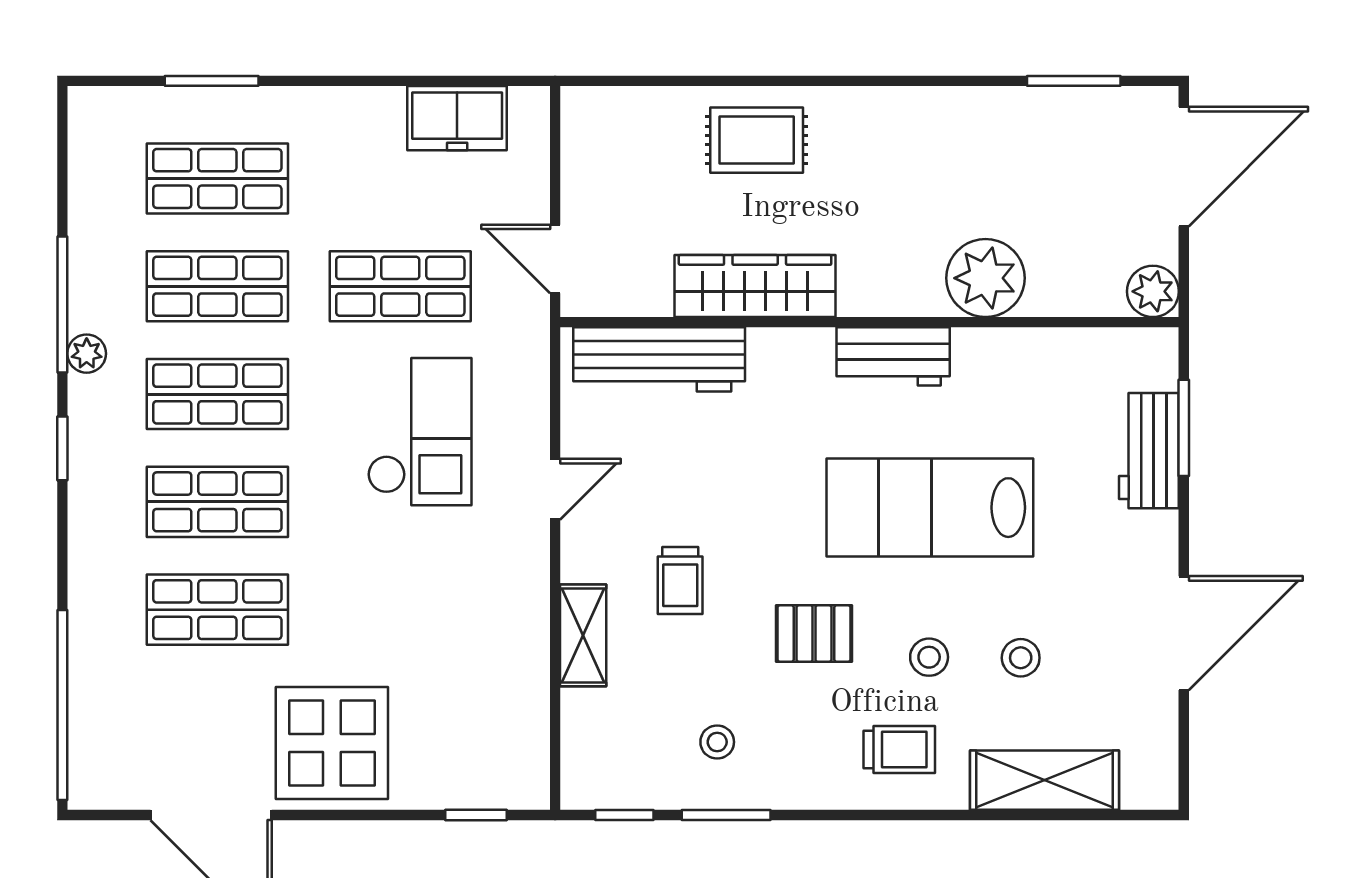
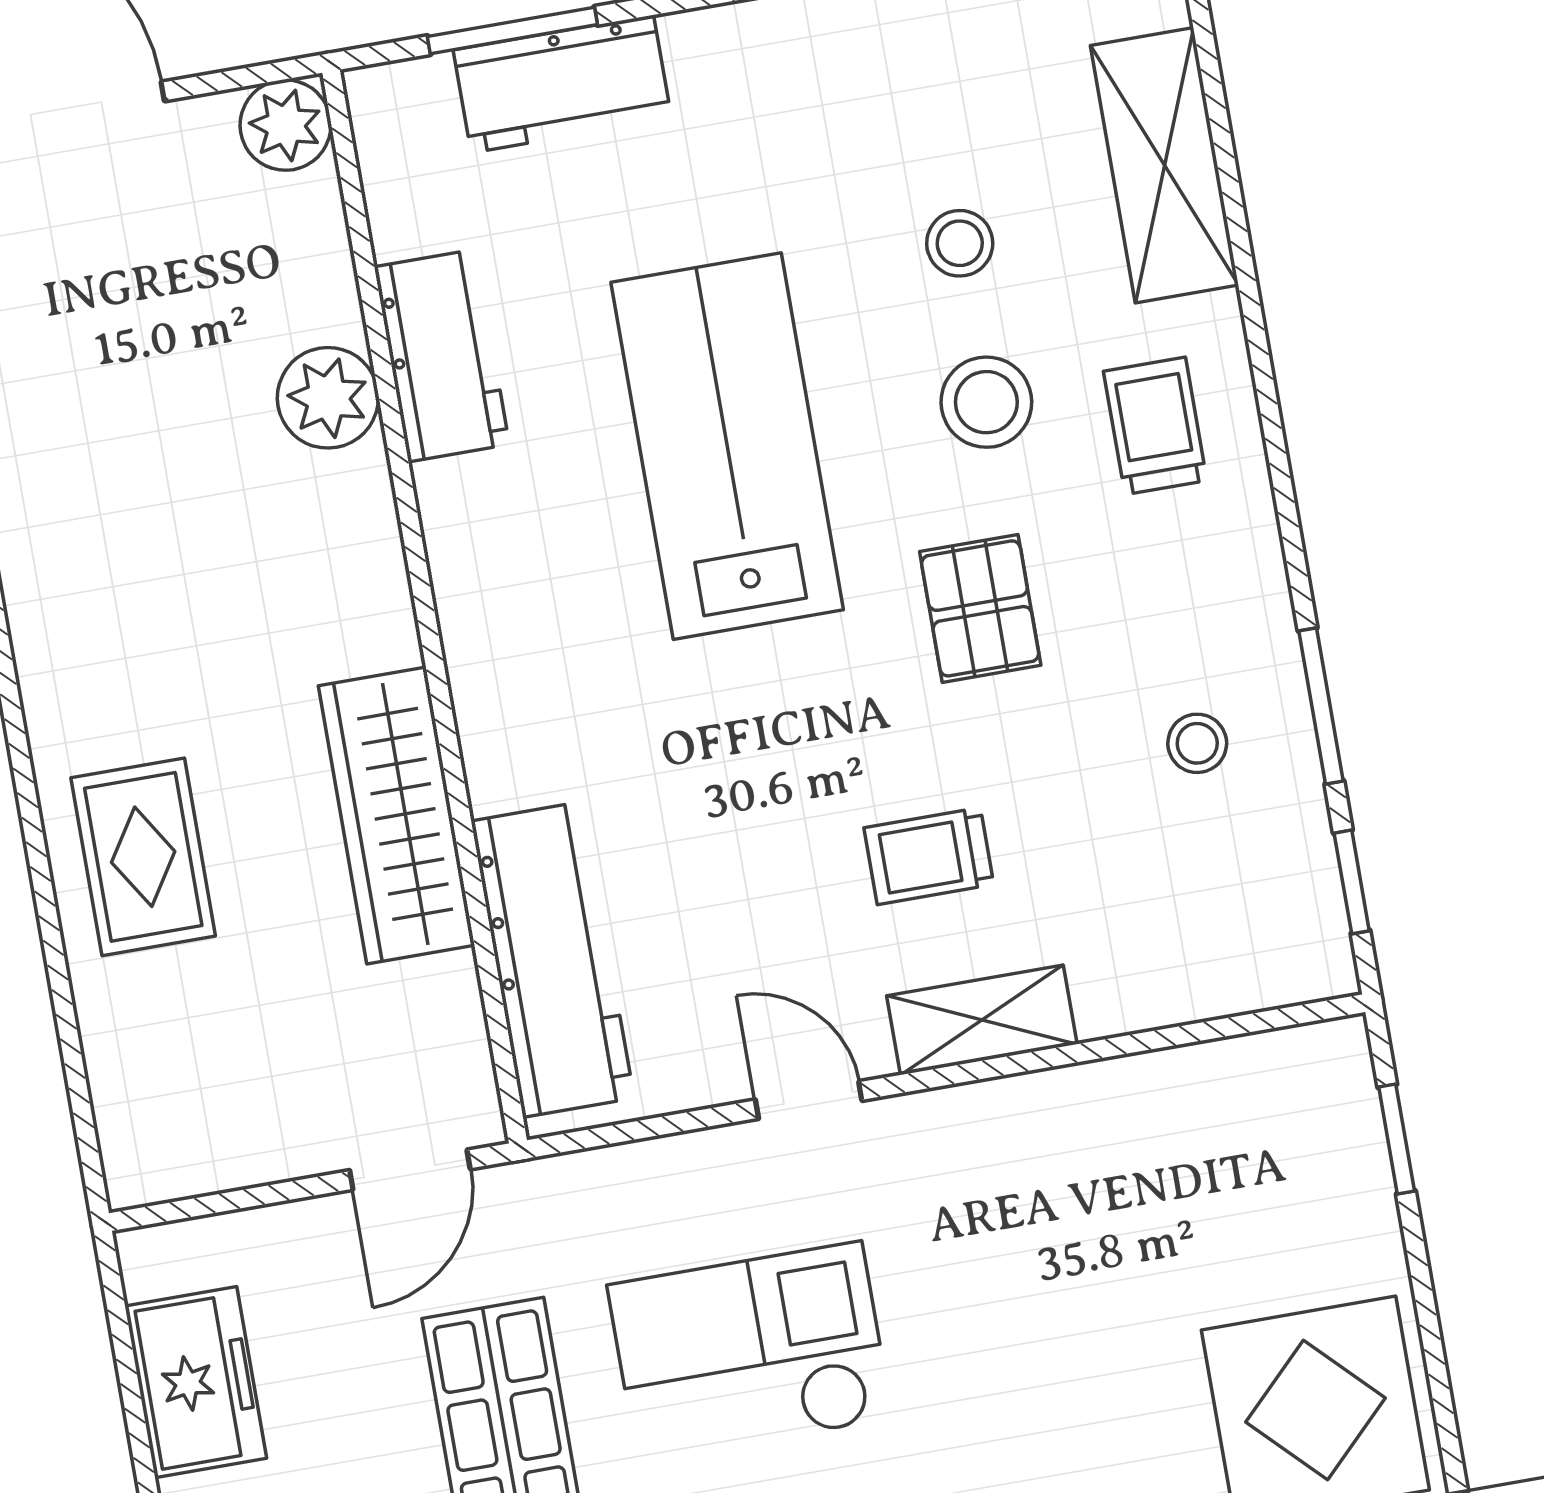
plant: (985, 278) -> (328, 398), width x0.73, depth x0.73
workbench: (893, 356) -> (442, 356), moved
lab bench: (930, 508) -> (727, 446), turned 180
trolley: (680, 580) -> (929, 856), turned 180
shelving: (583, 635) -> (982, 1020), moved
stool: (929, 657) -> (986, 402), width x1.37, depth x1.37

